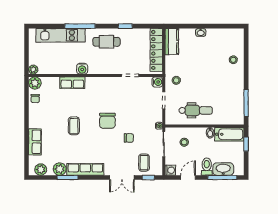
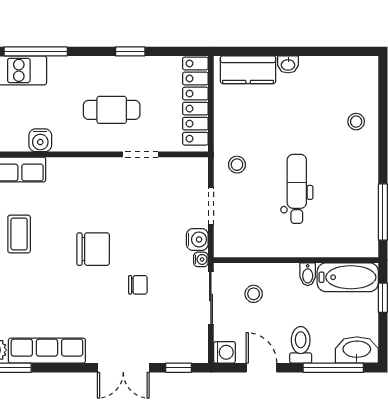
cafe table: (106, 42) -> (112, 110), moved
kitchen counter: (172, 42) -> (248, 70), moved, turned 90
water cooler: (157, 82) -> (197, 239), moved
dental chair: (196, 110) -> (297, 189), moved, turned -90
chair: (107, 121) -> (93, 249), turned -90
coffee table: (74, 126) -> (19, 234), moved
coffee table: (144, 163) -> (170, 337), removed
washbasin: (223, 169) -> (357, 350), moved
door: (188, 178) -> (262, 368), hinge flipped

